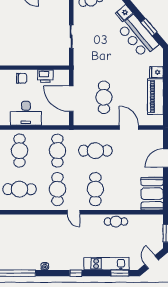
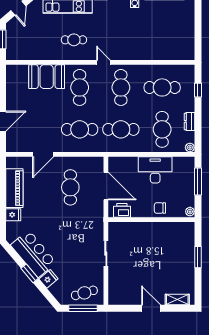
window: (149, 27) -> (30, 273), moved
printer: (45, 76) -> (122, 210), moved
door: (129, 128) -> (43, 154), hinge flipped
cafe table: (57, 151) -> (121, 129), turned 90
booth: (152, 194) -> (47, 77), moved, turned 90
cafe table: (116, 222) -> (74, 40), moved

